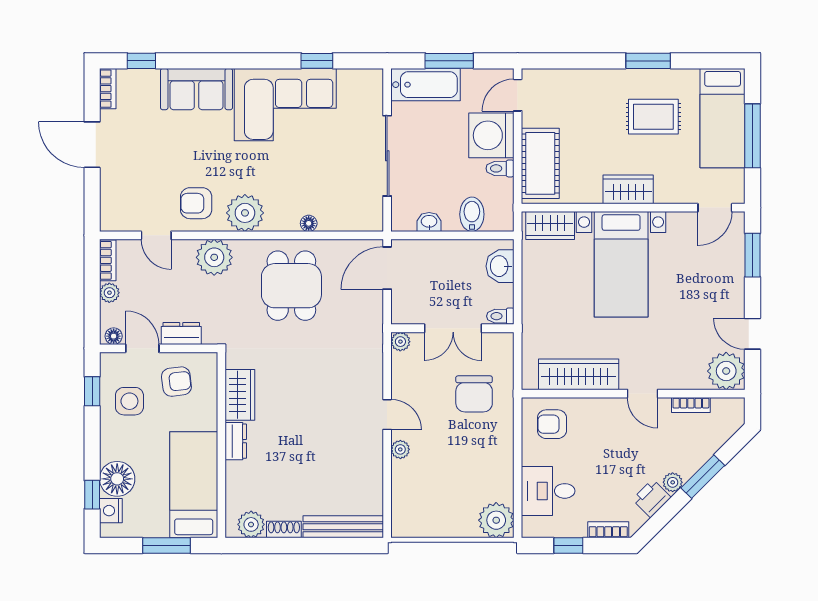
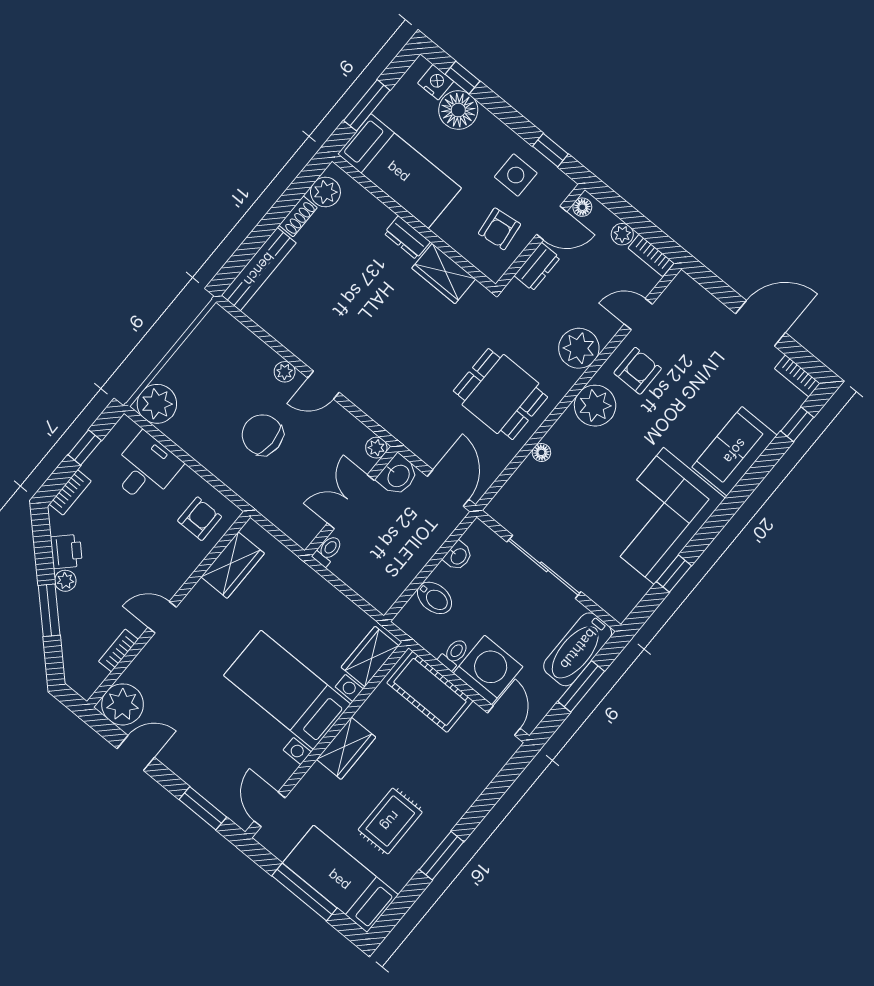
washbasin: (500, 266) -> (398, 475), moved, turned 90
wardrobe: (579, 374) -> (233, 565), width x0.67
chair: (474, 394) -> (262, 435), moved

